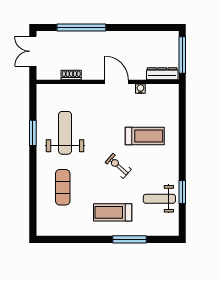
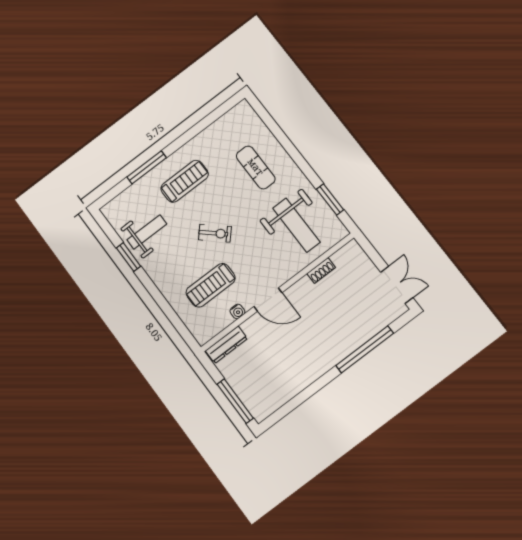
dresser: (162, 74) -> (226, 345), moved
shoe rack: (71, 75) -> (321, 271), moved
wall: (108, 82) -> (277, 292), moved
door: (117, 82) -> (268, 300), moved
water cooler: (140, 89) -> (237, 311), moved

